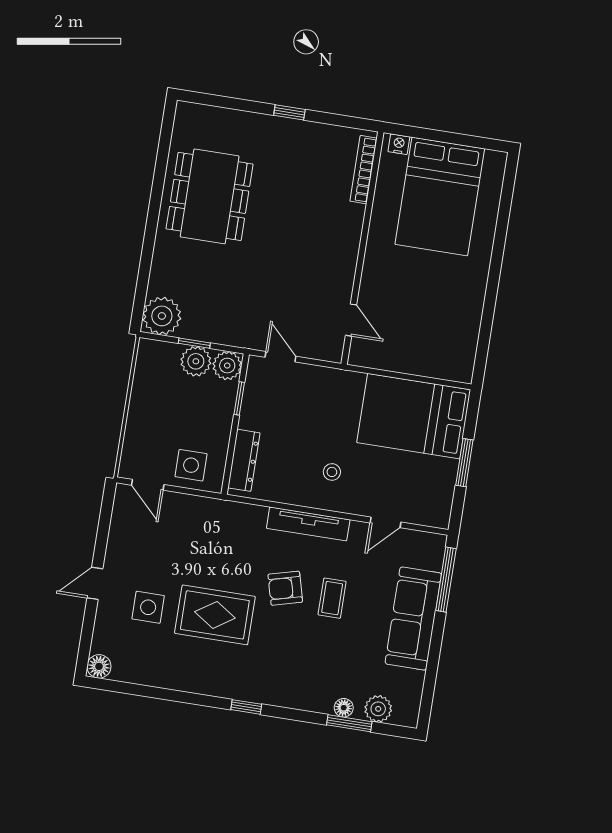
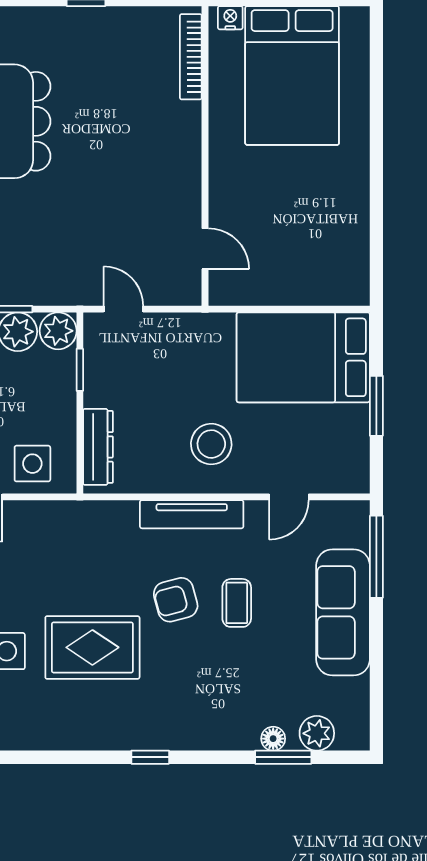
stool: (332, 472) -> (211, 444), width x1.89, depth x1.89

